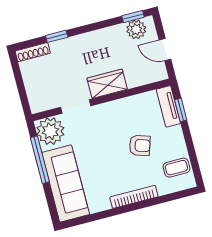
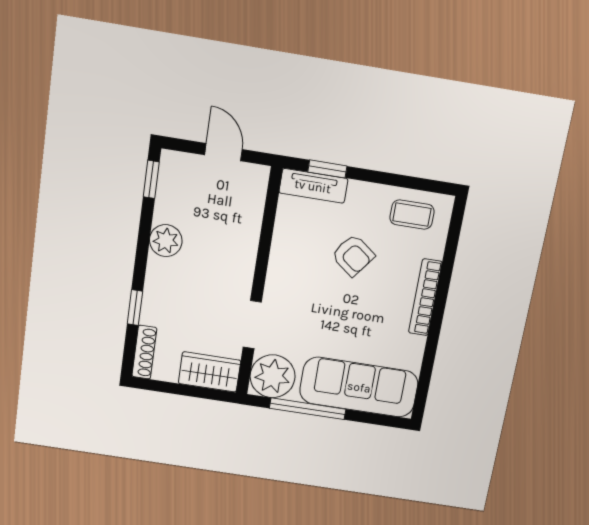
plant: (136, 29) -> (166, 241), moved
door: (165, 50) -> (223, 152), swing flipped
wardrobe: (107, 84) -> (210, 372), moved, turned 90
armchair: (140, 145) -> (353, 255), turned 109
coffee table: (176, 168) -> (412, 215), turned 90

